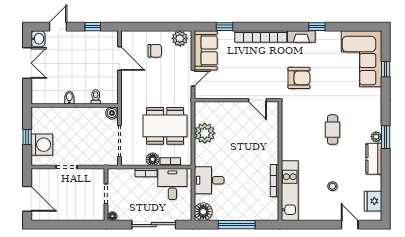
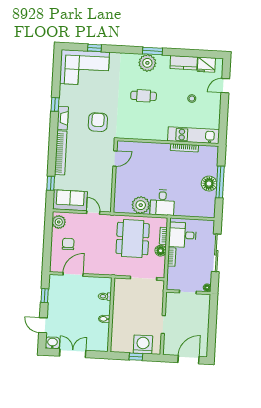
boiler: (112, 113) -> (119, 283), removed
plant: (376, 137) -> (147, 63), width x1.88, depth x1.88
kitchen counter: (374, 159) -> (184, 63), moved
desk: (209, 180) -> (162, 202), moved
floor lamp: (203, 212) -> (209, 184), moved

